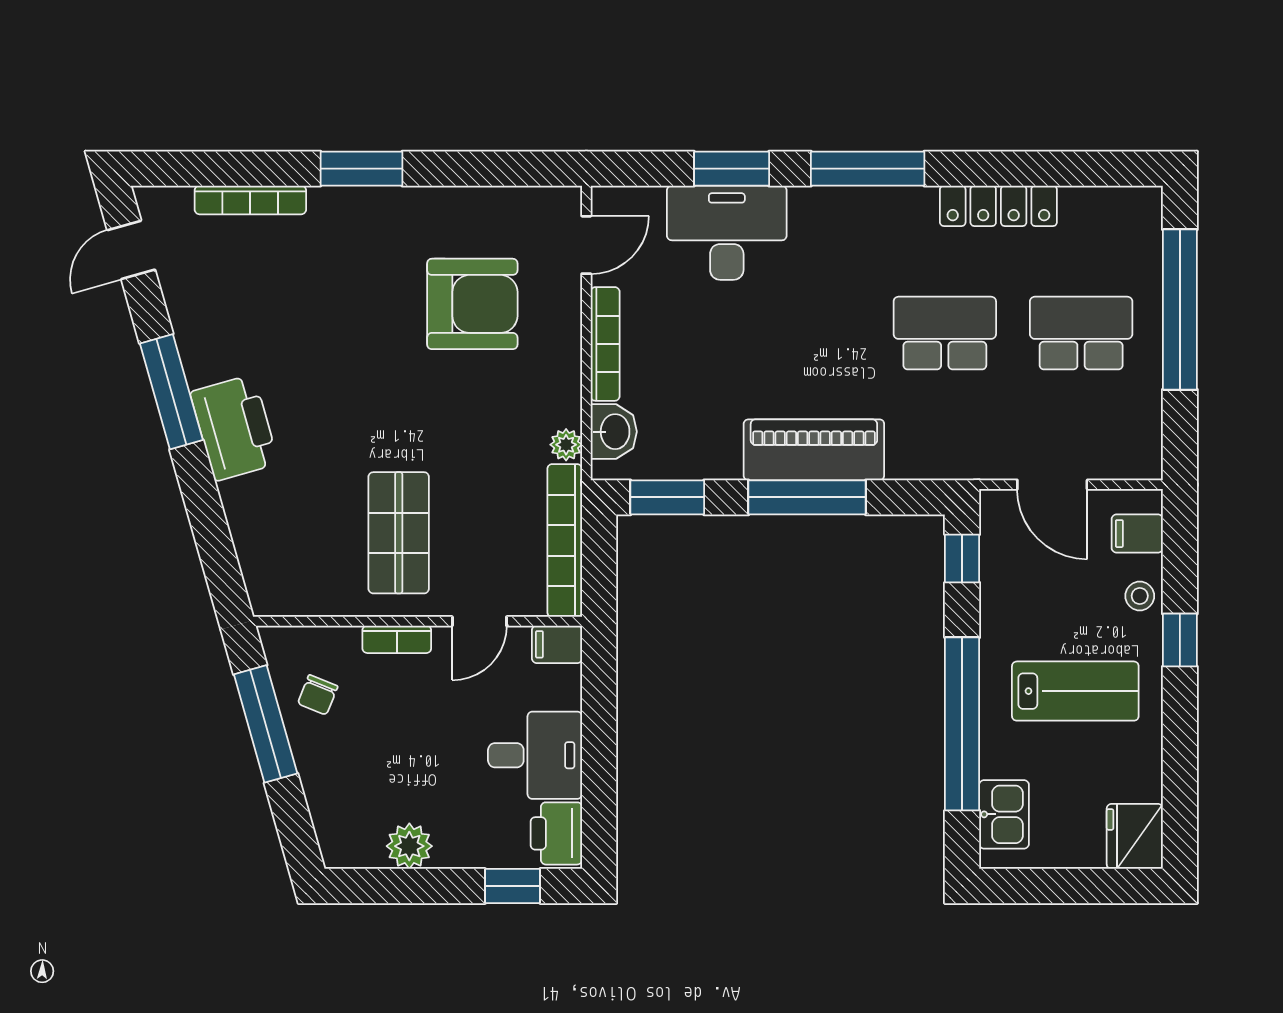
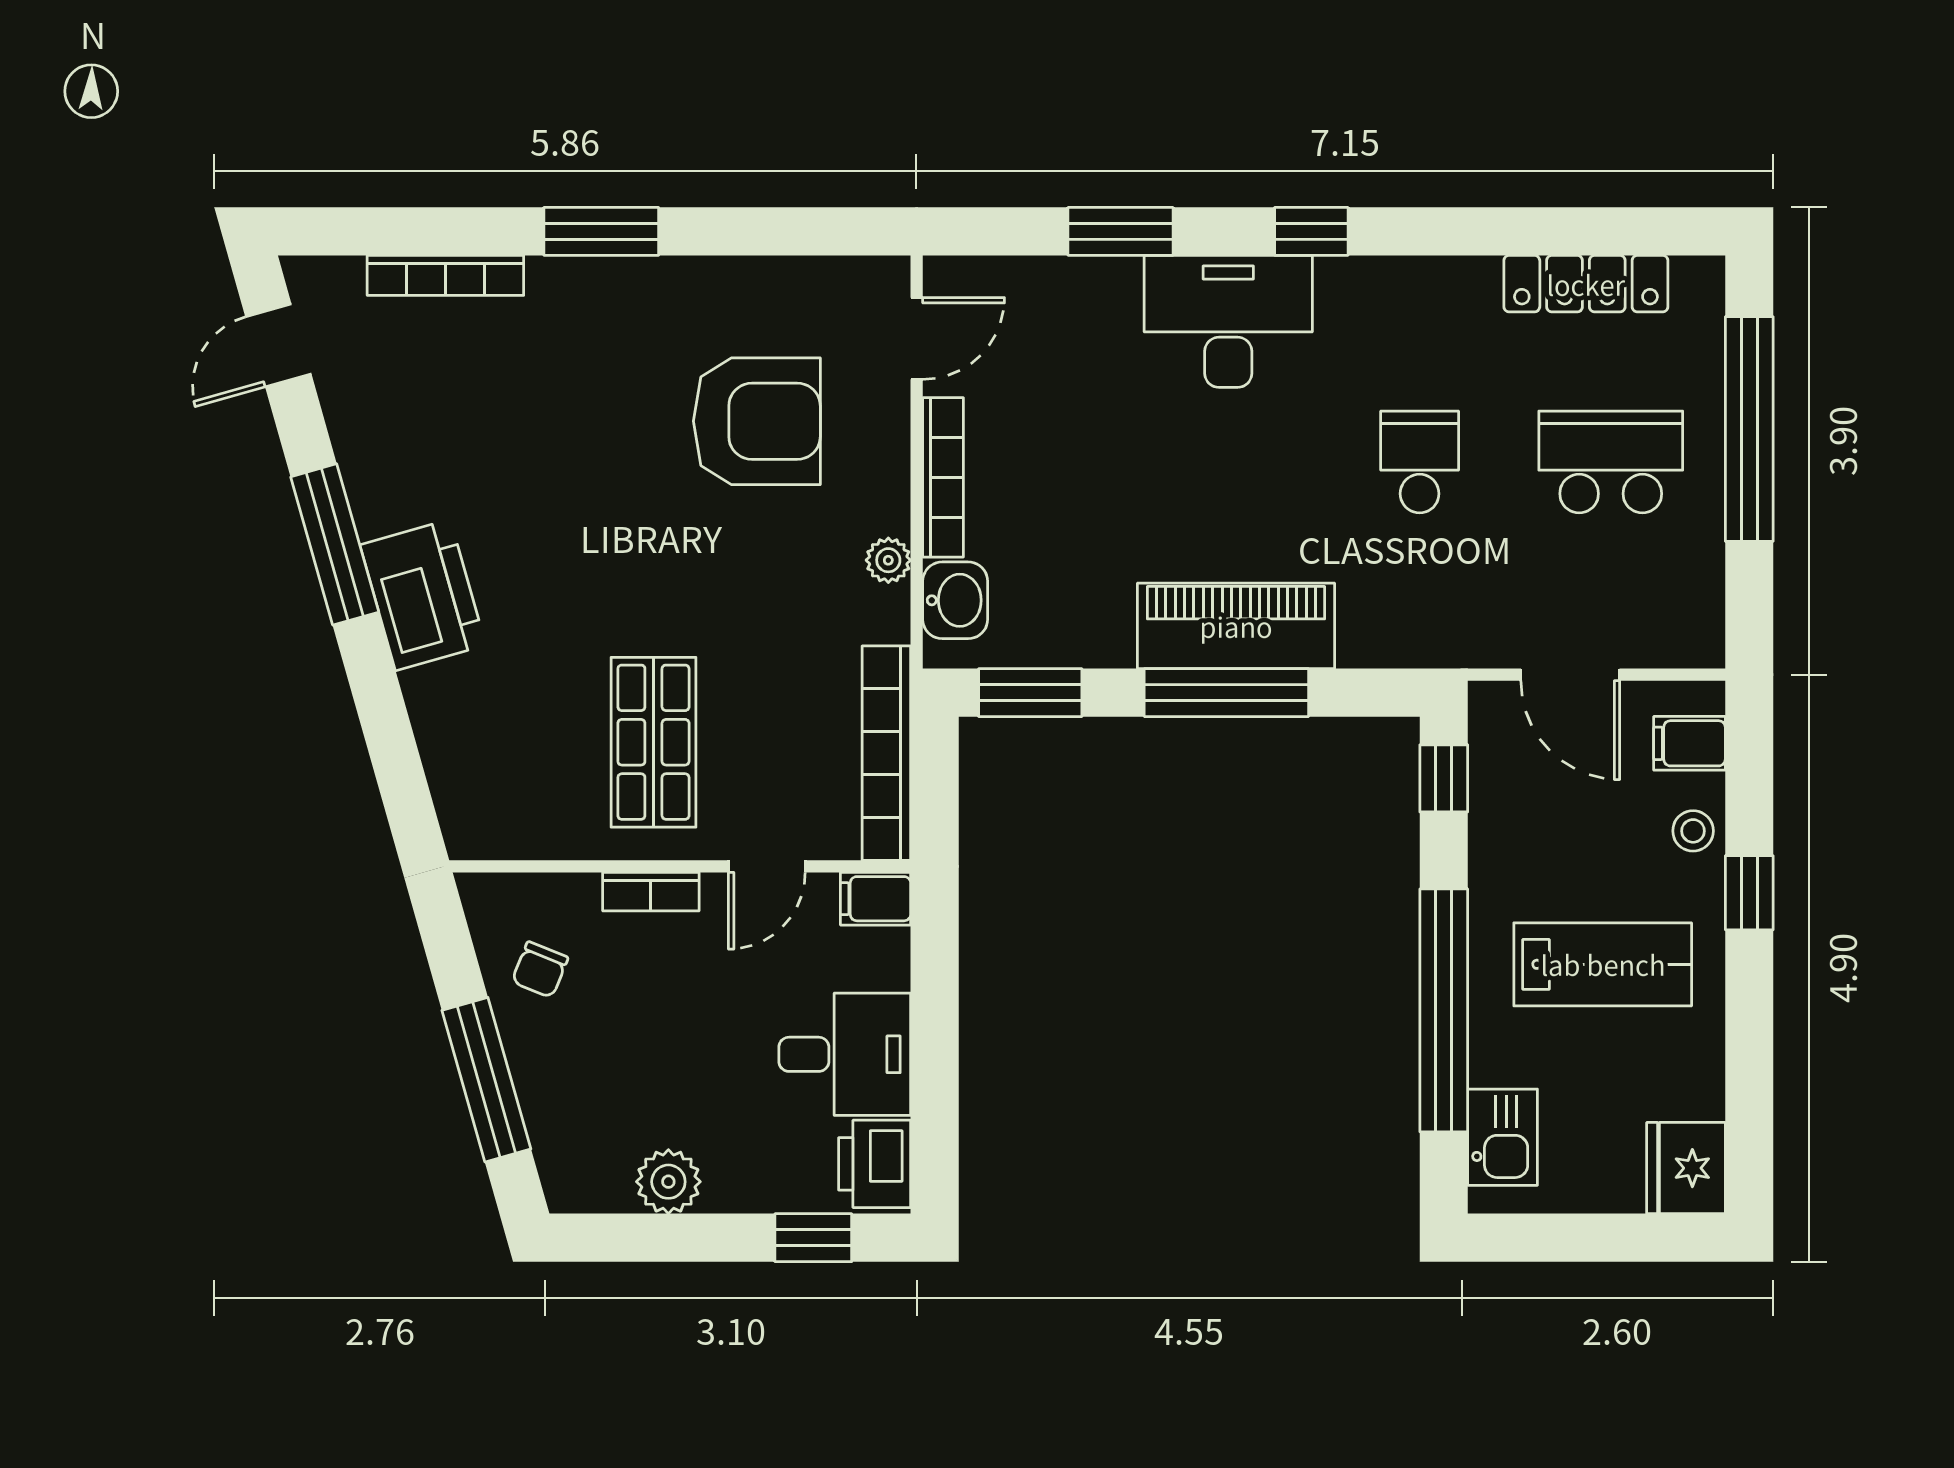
window: (868, 169) -> (1311, 231), width x0.46
locker: (998, 206) -> (1586, 284), moved
desk: (727, 233) -> (1228, 321), moved
school desk: (945, 333) -> (1420, 462), width x0.54
plant: (566, 445) -> (888, 560), moved
window: (266, 724) -> (486, 1080), moved

